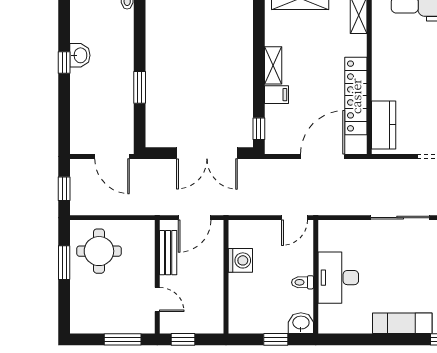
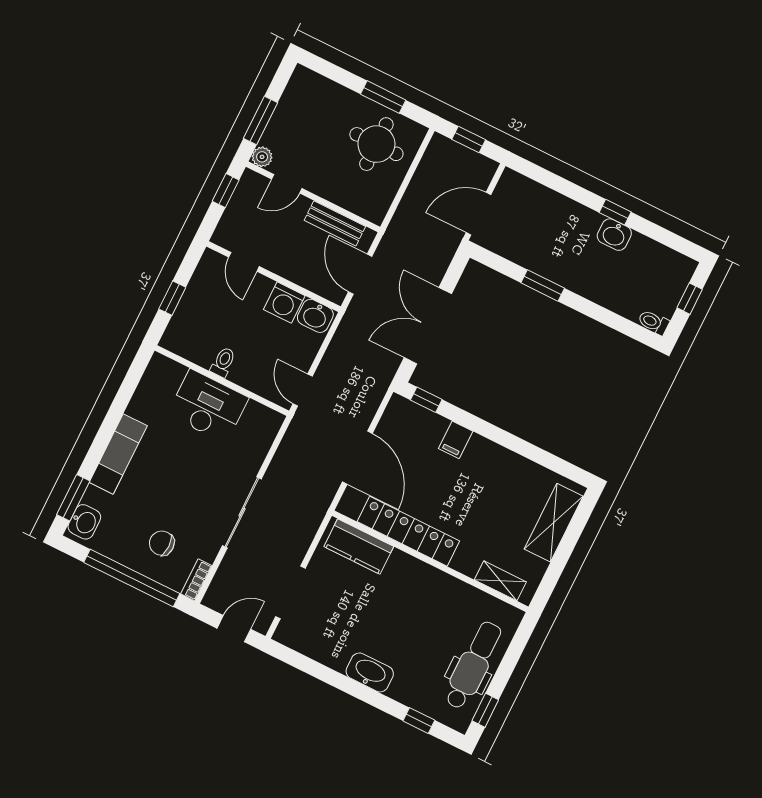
shelving: (273, 65) -> (492, 453), removed
door: (226, 302) -> (244, 262), added
washbasin: (301, 323) -> (315, 316), moved, turned 90
plant: (147, 326) -> (262, 157), added

